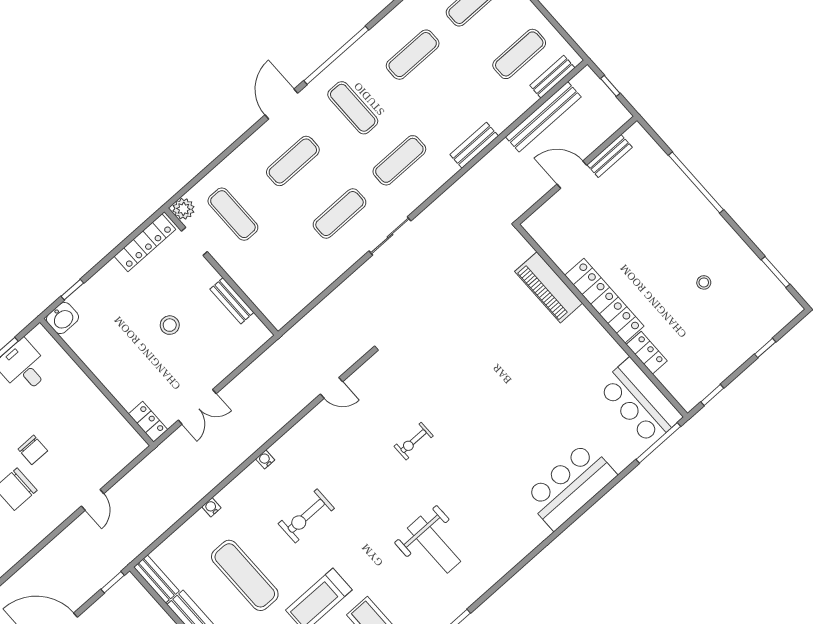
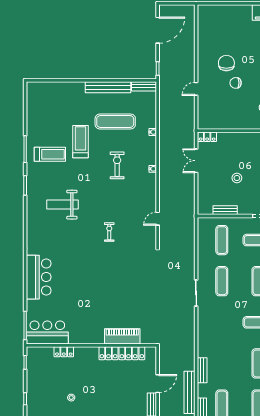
bench: (474, 145) -> (202, 370), moved
exercise mat: (399, 160) -> (222, 240), moved
locker: (604, 301) -> (122, 353), moved
door: (93, 500) -> (196, 89), hinge flipped

